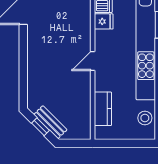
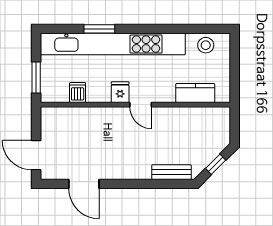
fridge: (104, 21) -> (120, 92), moved
bench: (50, 122) -> (172, 172), moved, turned 45

